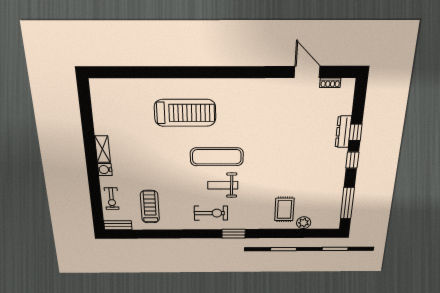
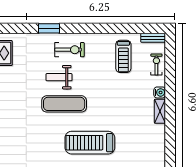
weight bench: (223, 185) -> (59, 77), turned 180
exercise bike: (211, 213) -> (69, 50), turned 180

